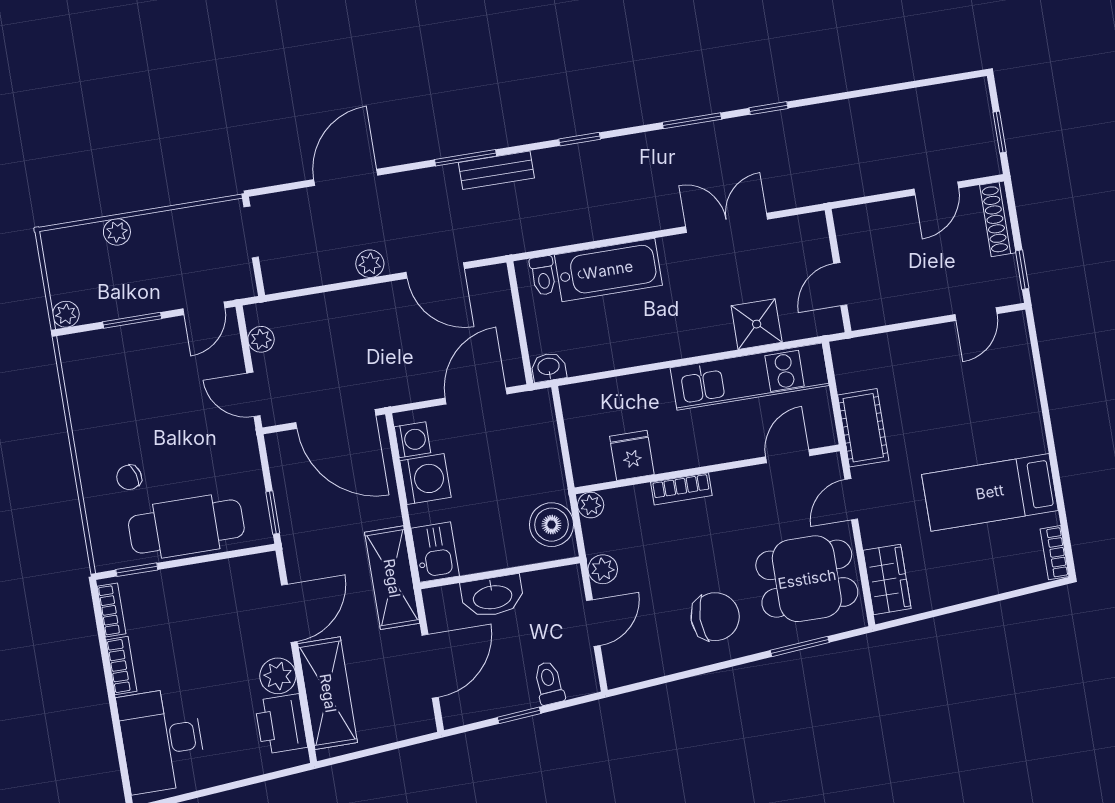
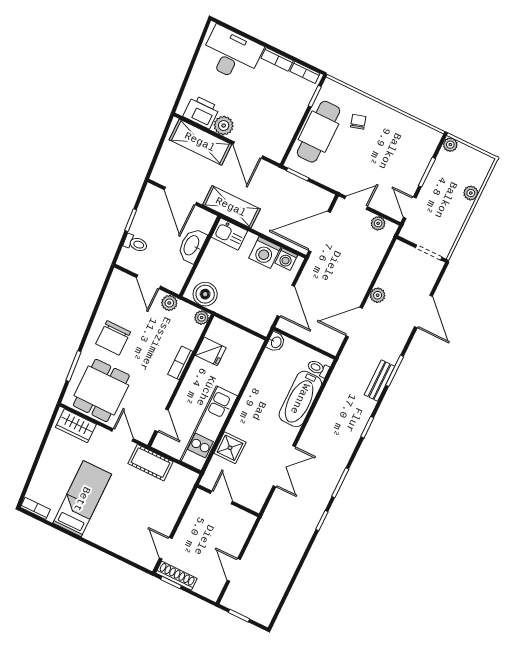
shoe rack: (998, 219) -> (176, 576), moved

